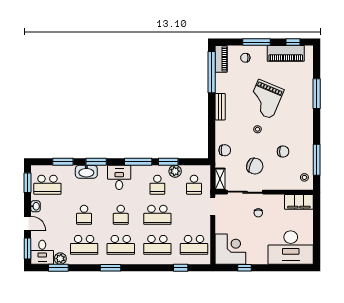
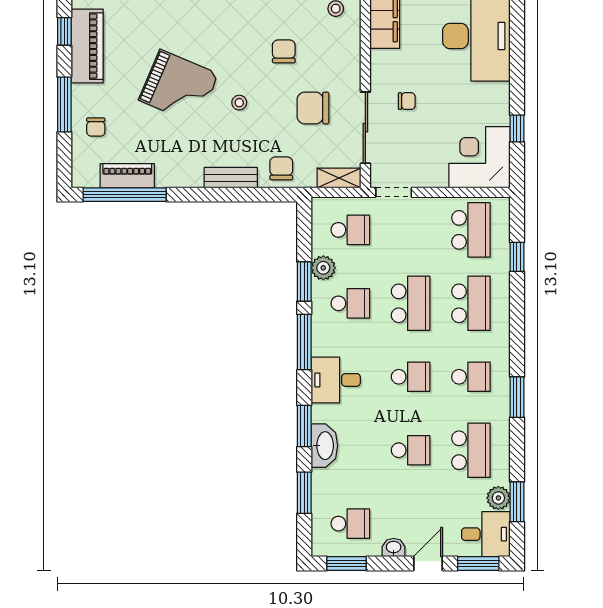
piano: (221, 59) -> (127, 176), moved
bench: (220, 107) -> (231, 178), moved
chair: (255, 166) -> (313, 108), turned -111
school desk: (47, 185) -> (350, 524), width x0.54
school desk: (121, 245) -> (471, 377), width x0.54

